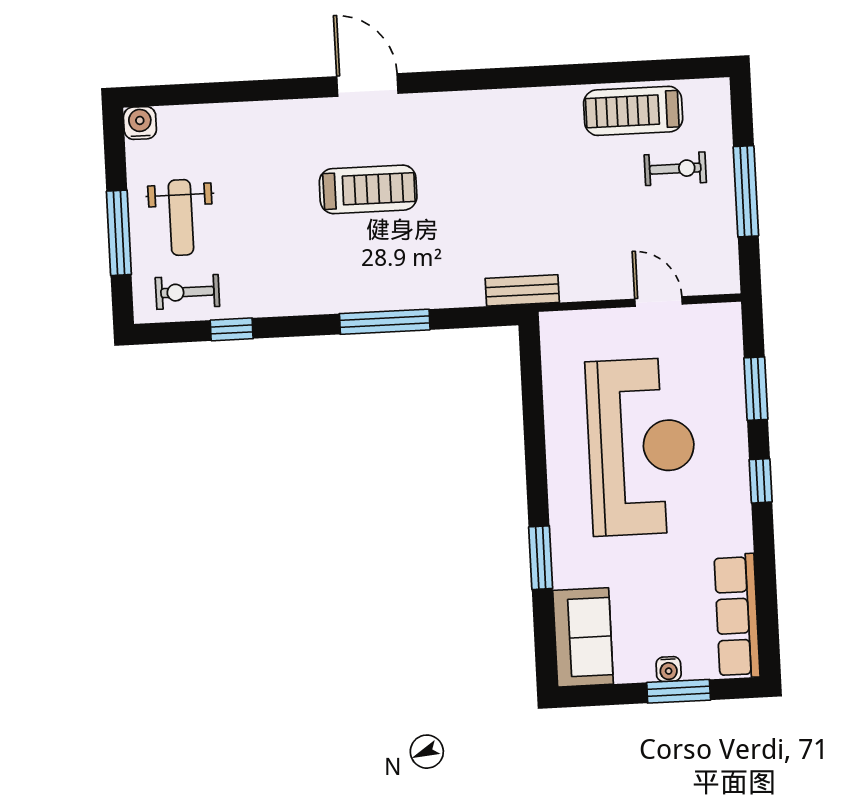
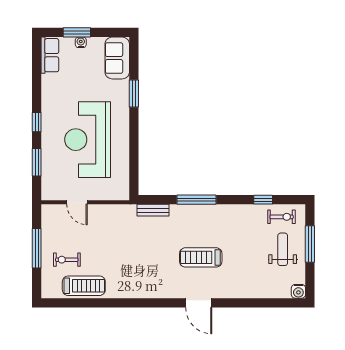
bench: (522, 290) -> (153, 210), moved
row of seats: (737, 616) -> (50, 55), width x0.68

